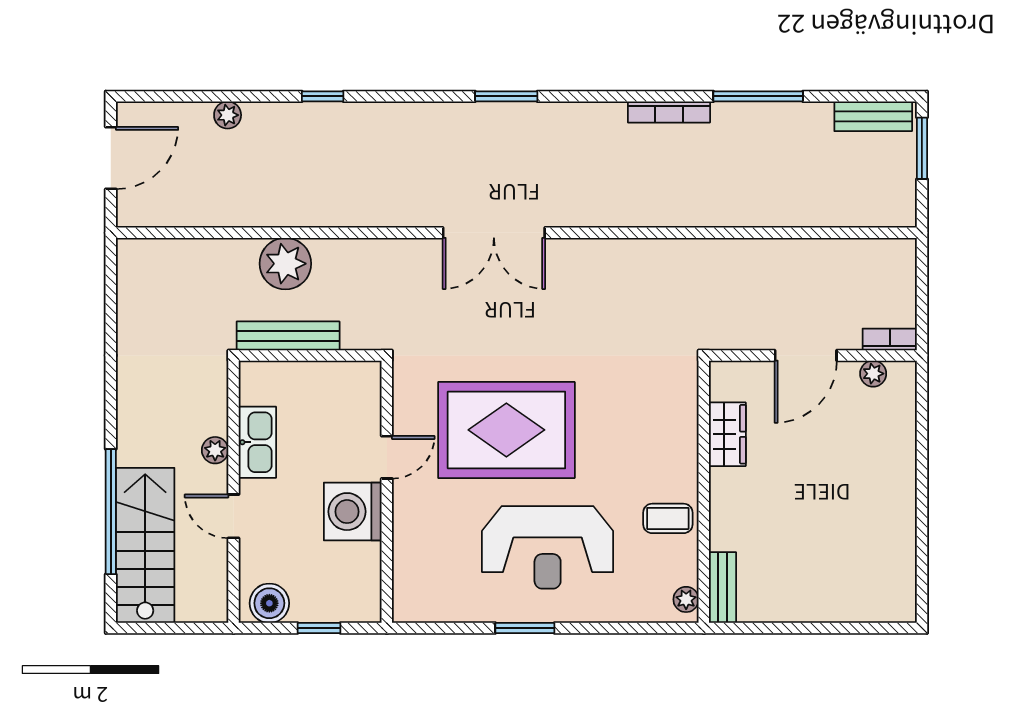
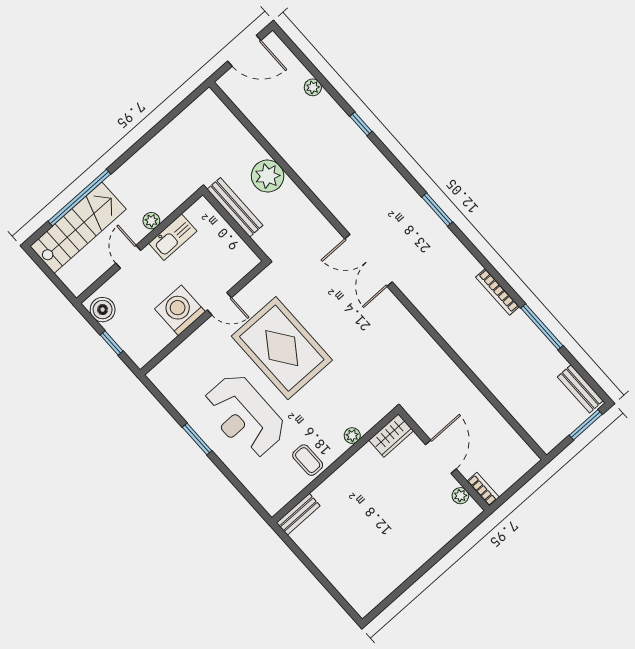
door: (806, 355) -> (441, 457), swing flipped
wardrobe: (727, 434) -> (391, 435), moved
plant: (686, 599) -> (352, 436), moved

